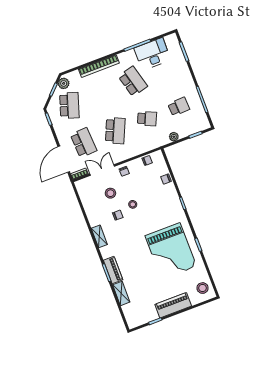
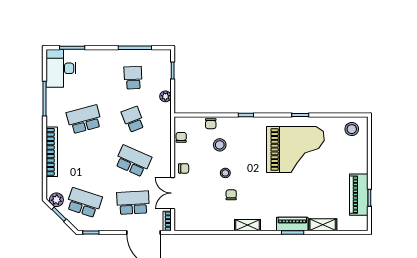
desk: (152, 54) -> (61, 68), moved
school desk: (147, 119) -> (133, 119), turned -45
stool: (110, 193) -> (220, 145), moved
piano: (173, 305) -> (359, 195), moved

